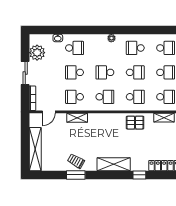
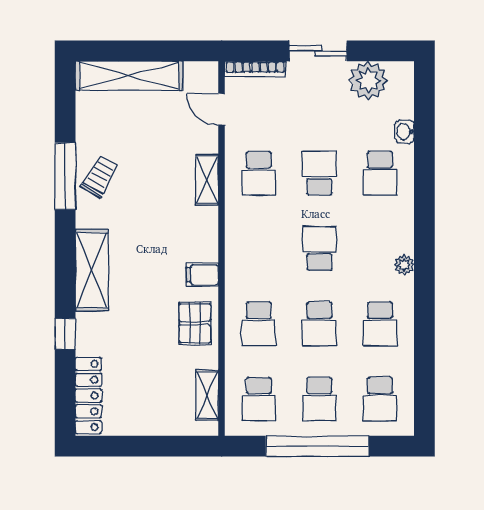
school desk: (135, 48) -> (380, 324), turned 180
school desk: (75, 97) -> (259, 173), turned 180
school desk: (105, 97) -> (259, 248), removed
filing cabinet: (115, 120) -> (202, 275), added
window: (76, 175) -> (65, 176), width x1.44

